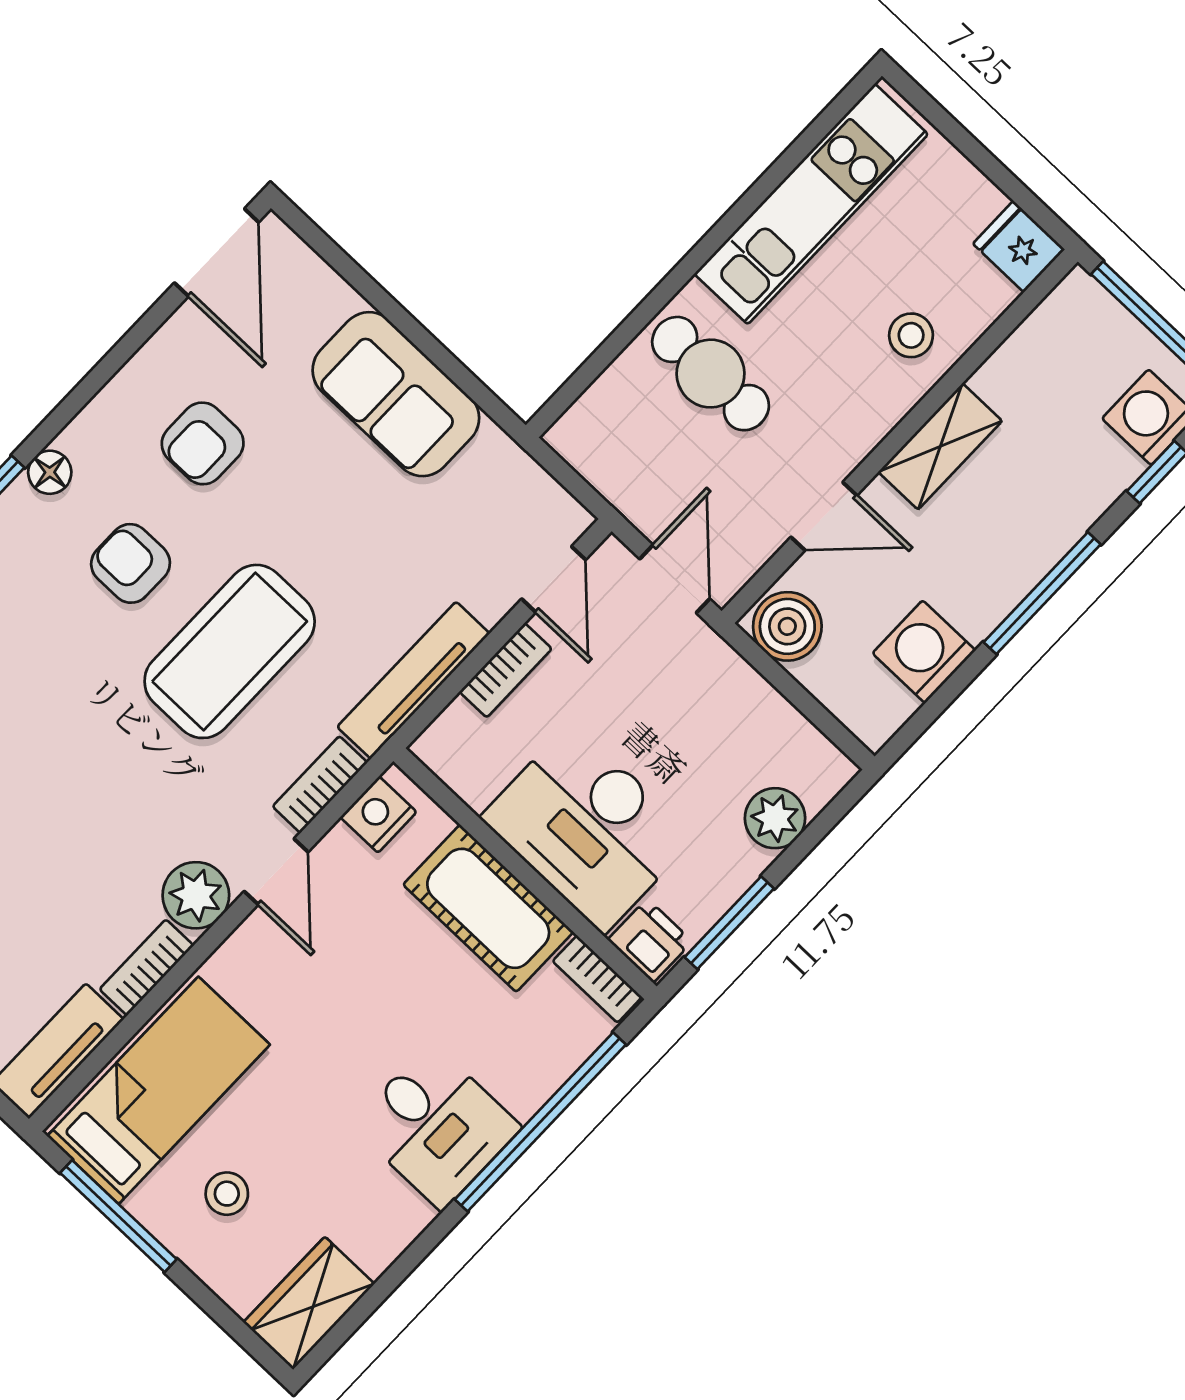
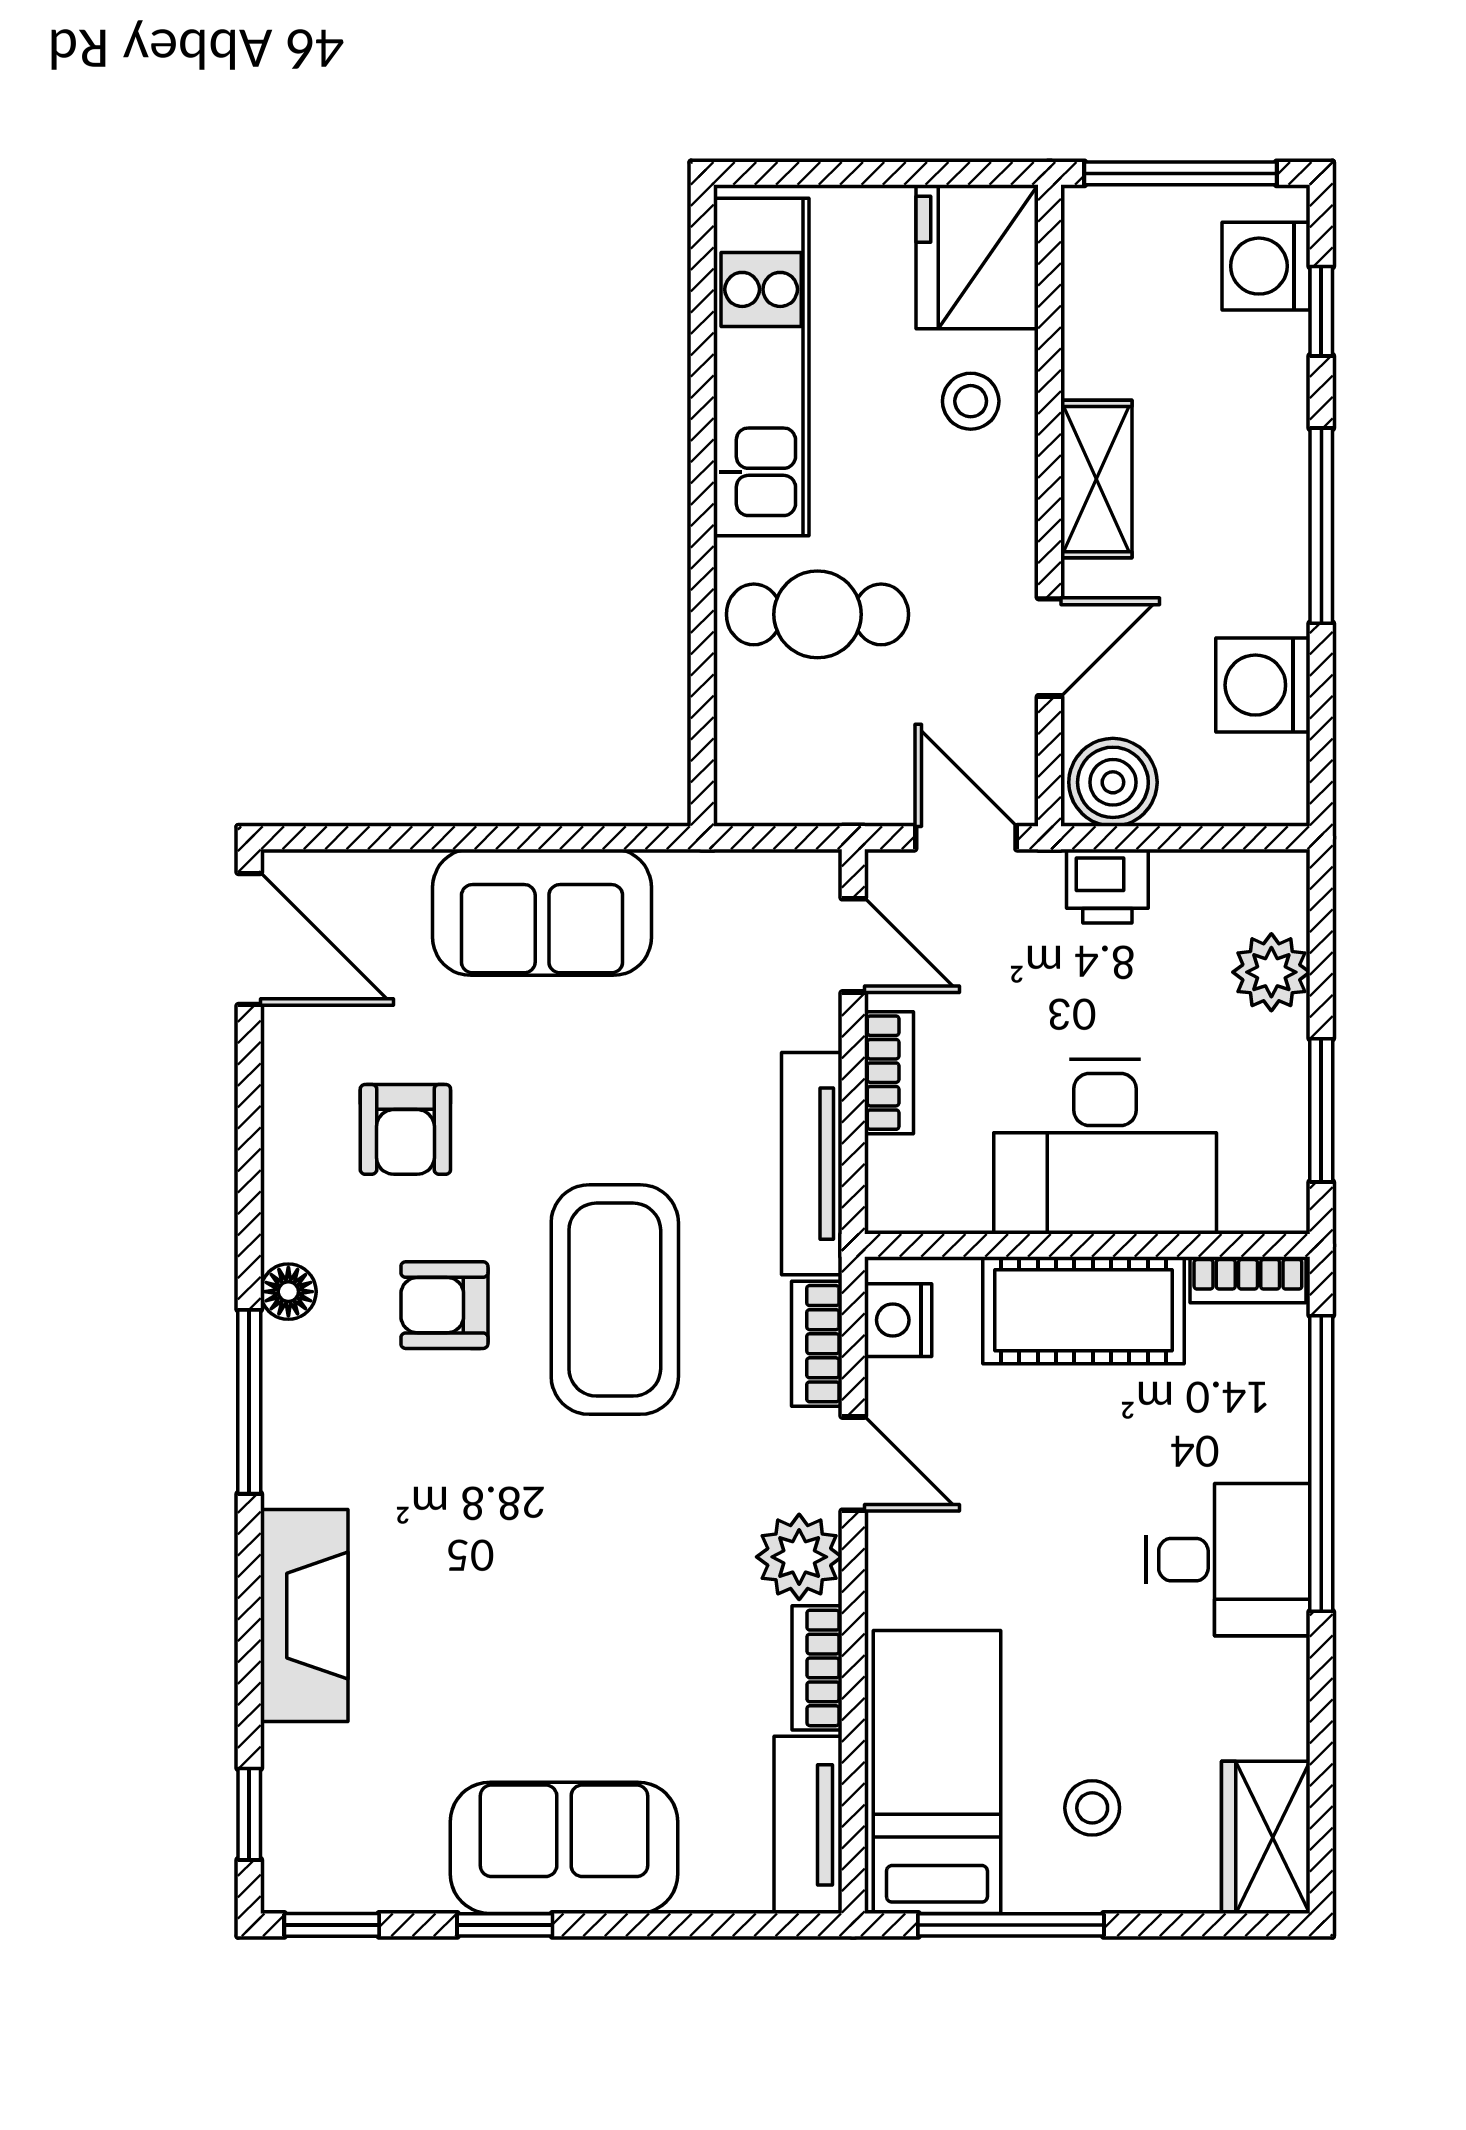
fridge: (1019, 247) -> (977, 257), width x1.88, depth x1.34
printer: (650, 941) -> (1107, 886), moved, turned 180

